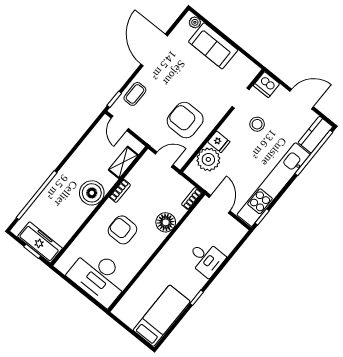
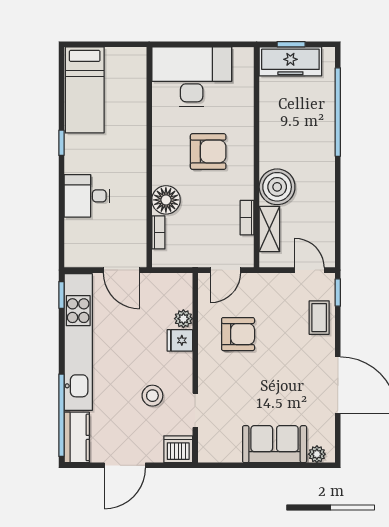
armchair: (185, 120) -> (238, 334), width x0.73, depth x0.73
plant: (208, 159) -> (183, 319), width x0.53, depth x0.53
bookcase: (120, 191) -> (247, 218), moved
boiler: (92, 193) -> (277, 187), moved
bookcase: (192, 198) -> (158, 232), moved

